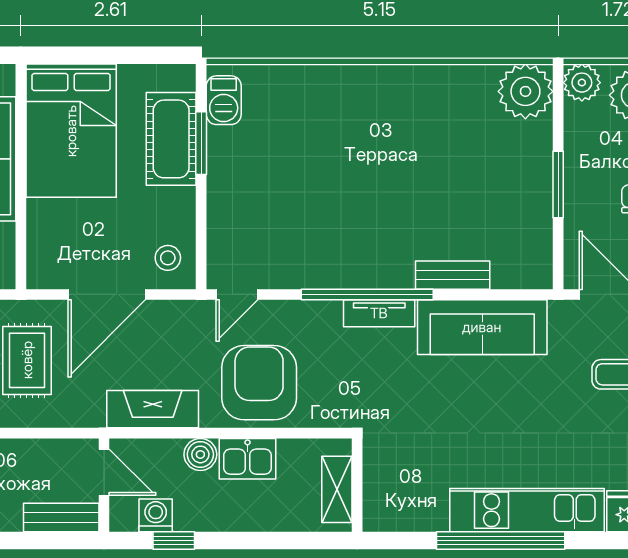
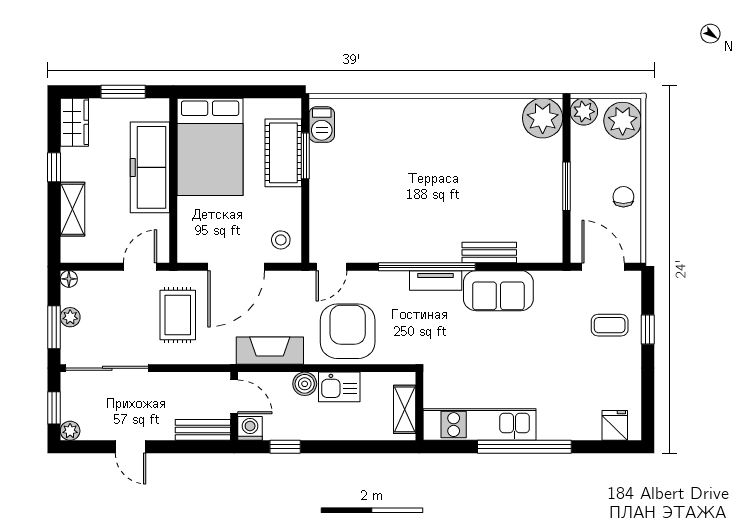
sofa: (482, 327) -> (498, 291), width x0.73
kitchen unit: (527, 510) -> (480, 425), moved
washing machine: (156, 515) -> (250, 428), moved

